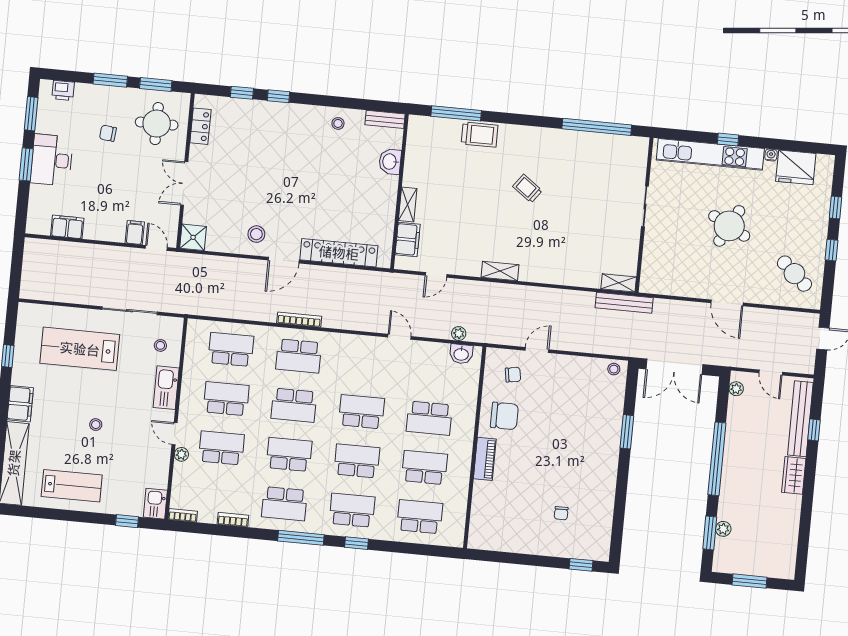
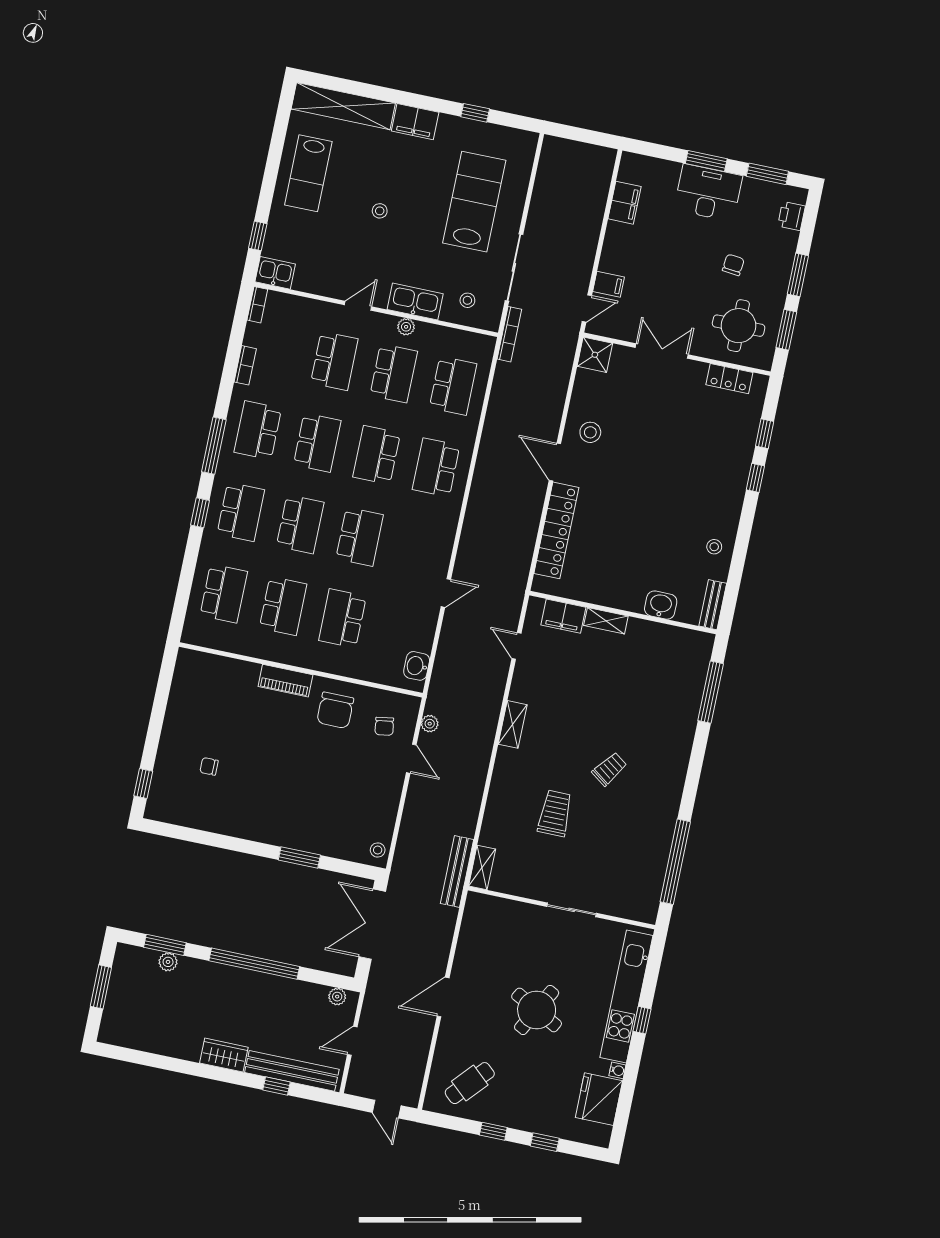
trolley: (480, 135) -> (555, 813), moved, turned 180
bookcase: (299, 320) -> (509, 334), moved
plant: (459, 334) -> (430, 724), moved
plant: (181, 454) -> (406, 327), moved

